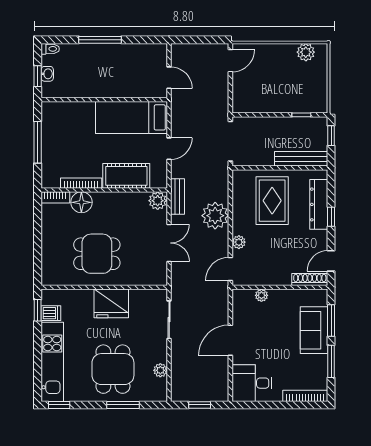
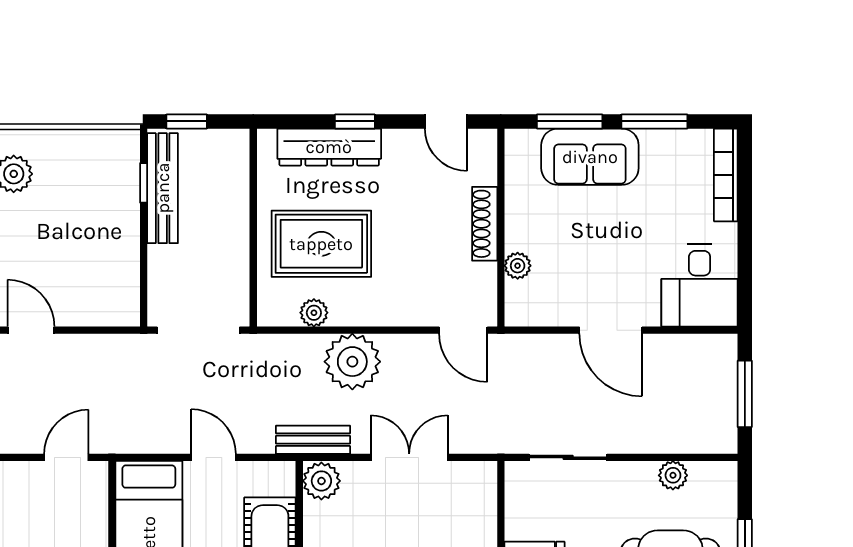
bench: (301, 159) -> (163, 188), moved
plant: (239, 242) -> (314, 313), moved
shoe rack: (310, 279) -> (485, 224), moved
window: (200, 405) -> (745, 394), width x1.50

